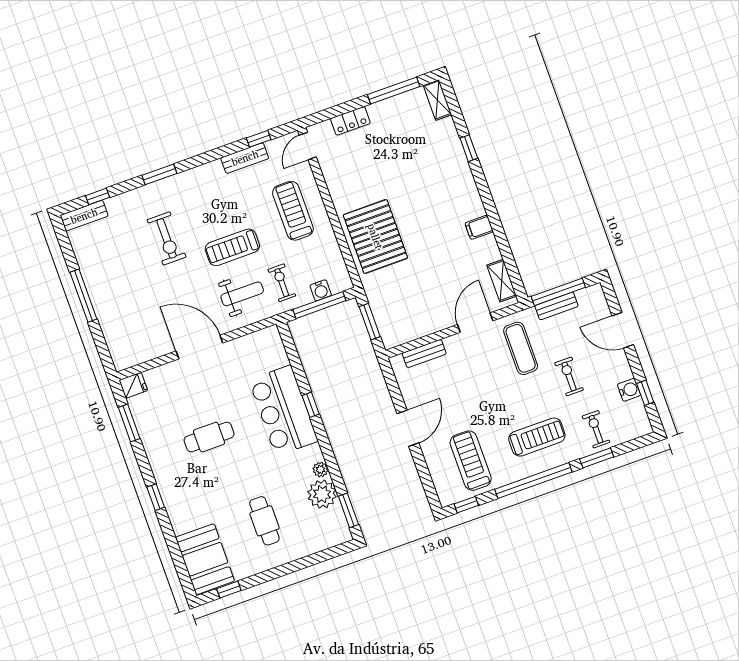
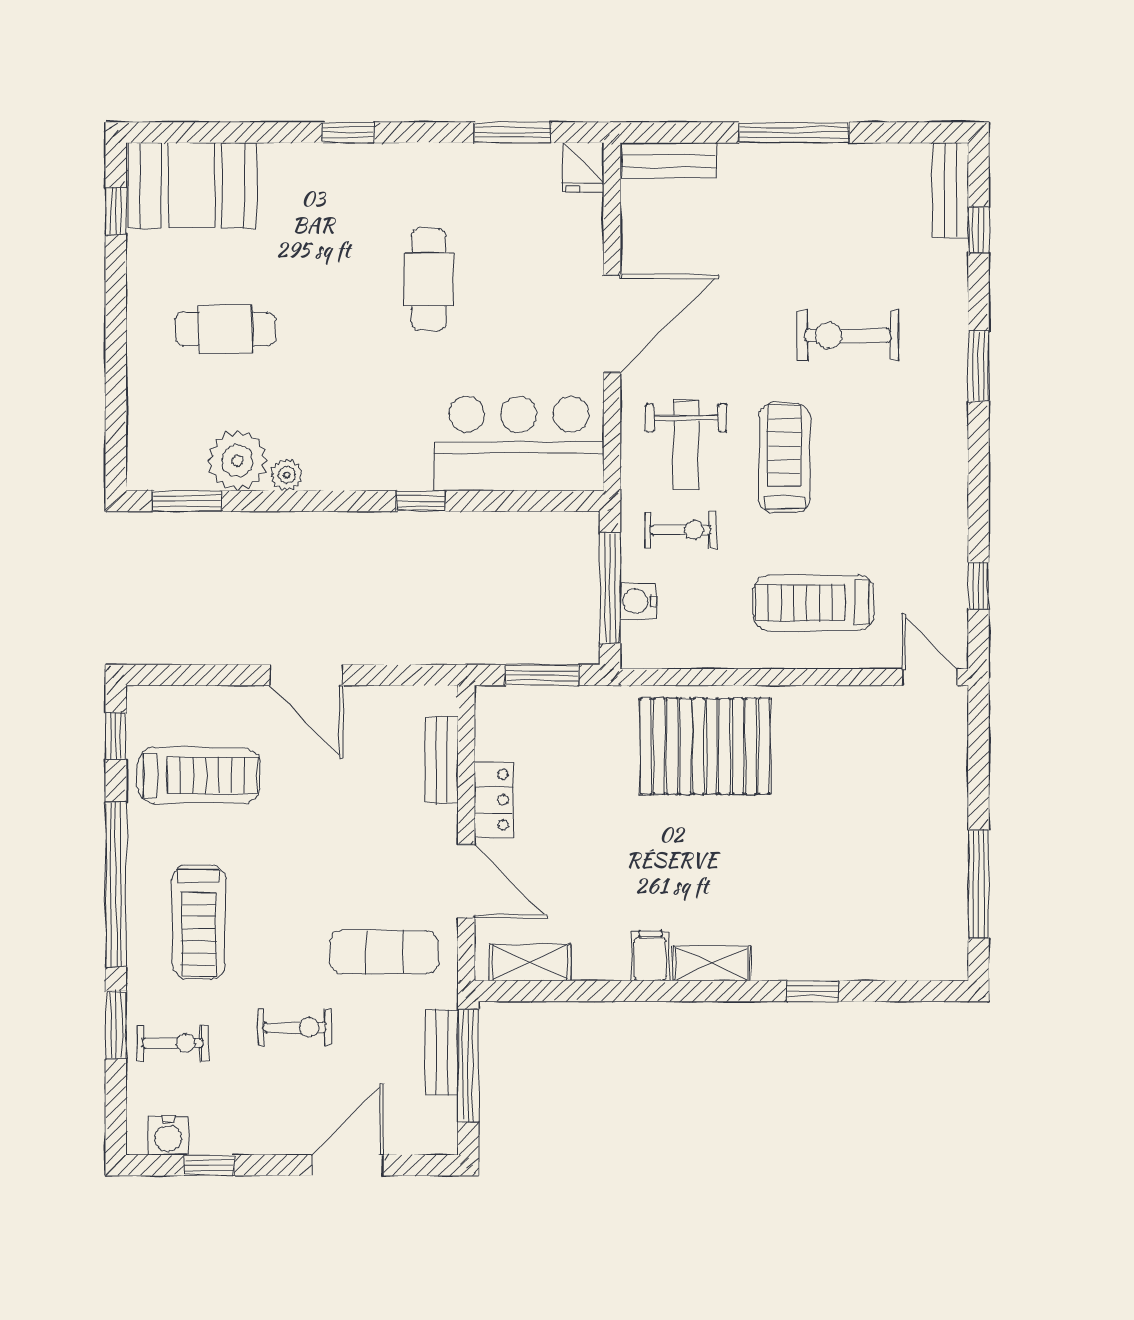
shelving: (437, 100) -> (711, 963), moved
locker: (350, 121) -> (493, 800), moved, turned 180
bench: (245, 158) -> (669, 161), moved, turned 90
treadmill: (293, 211) -> (813, 603), turned 180
water cooler: (629, 390) -> (168, 1136), moved
bar counter: (283, 410) -> (519, 444), moved

